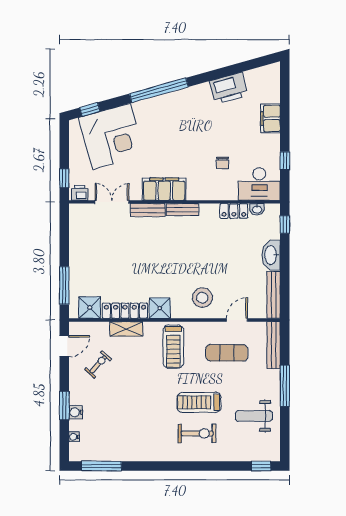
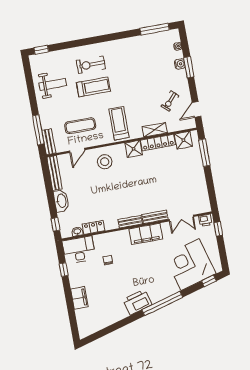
printer: (229, 88) -> (137, 302), moved
bench: (274, 345) -> (49, 142), width x0.73
window: (285, 386) -> (38, 130), moved

